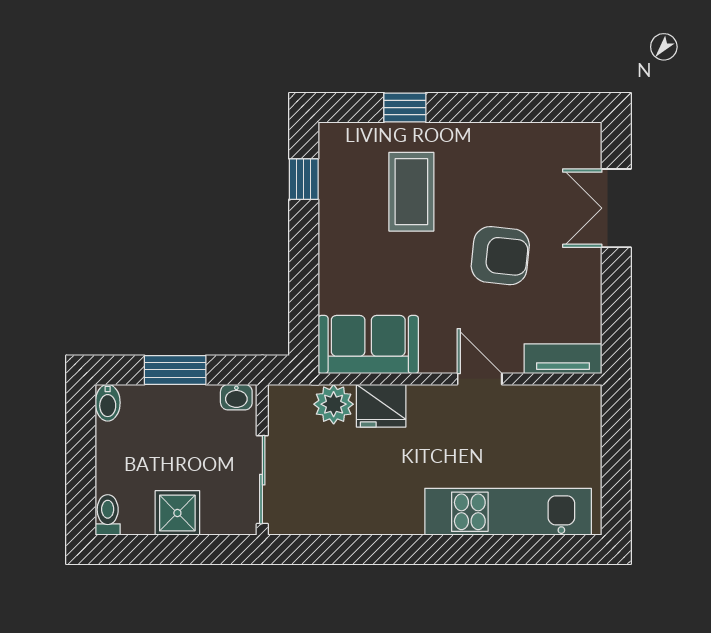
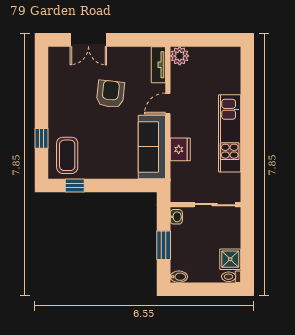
coffee table: (411, 192) -> (67, 155), moved, turned 90
sofa: (368, 344) -> (152, 147), width x1.36
plant: (334, 404) -> (180, 56), moved
kitchen unit: (508, 512) -> (230, 133), moved
shower: (177, 513) -> (230, 259), moved

